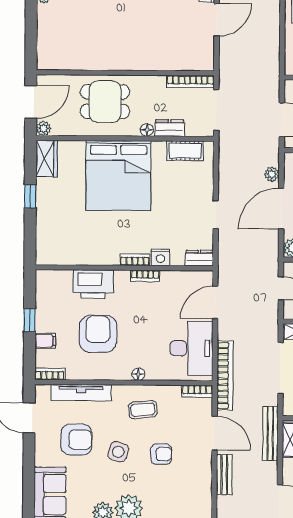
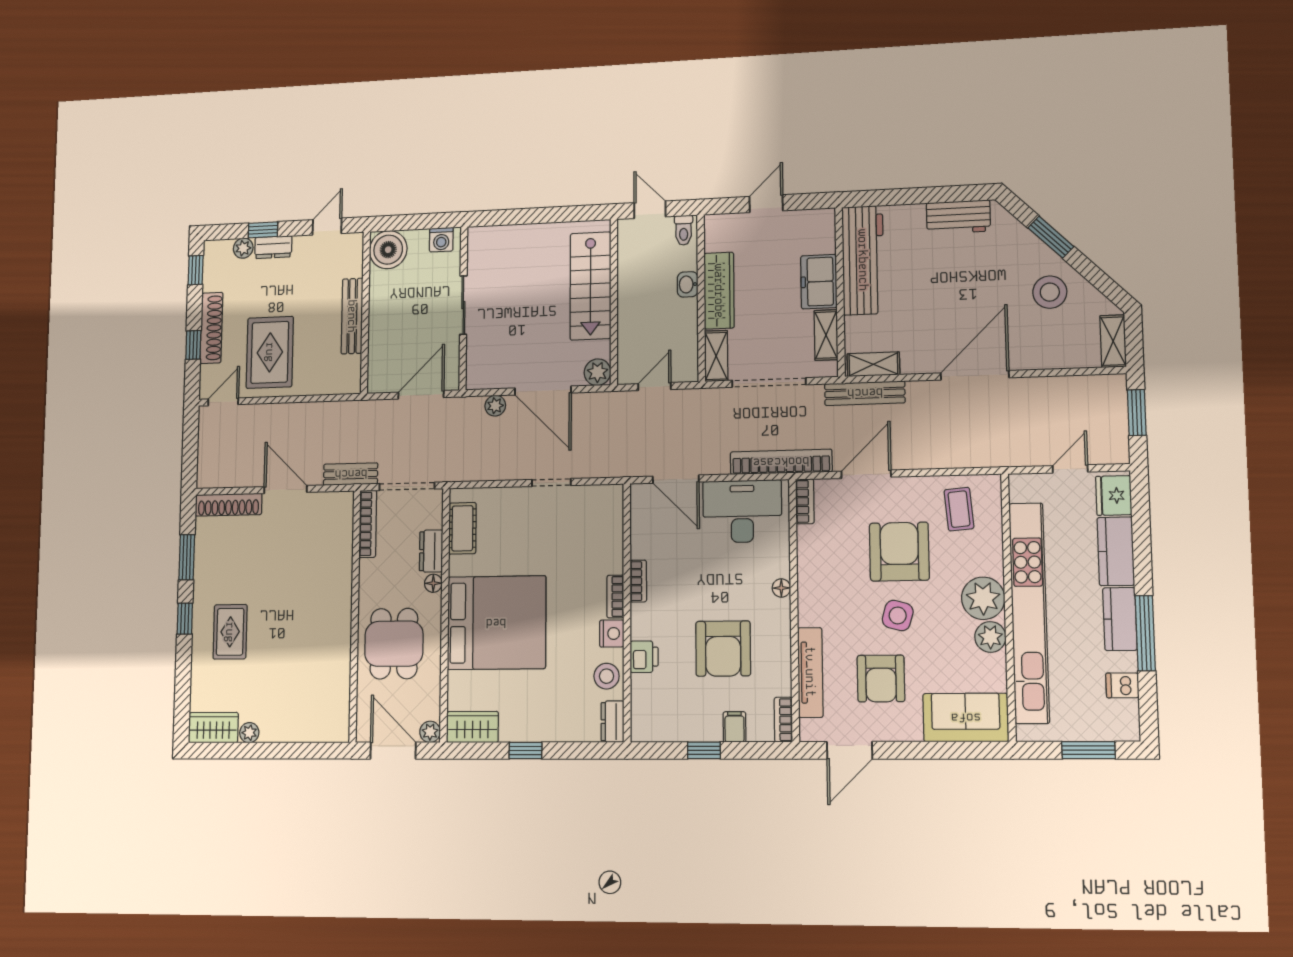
stool: (80, 253) -> (607, 676), added
nightstand: (160, 257) -> (612, 633), moved
dresser: (199, 258) -> (613, 722), moved
printer: (93, 284) -> (644, 657), width x0.53, depth x0.68
armchair: (98, 334) -> (723, 649), turned -90
coffee table: (143, 410) -> (959, 509), moved
armchair: (76, 440) -> (881, 679), turned 180
armchair: (161, 454) -> (899, 552), width x1.88, depth x1.88
bench: (224, 475) -> (351, 474), moved

